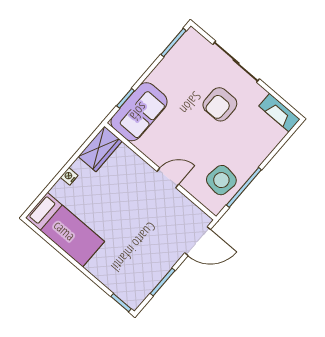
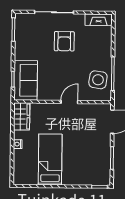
bed: (65, 230) -> (50, 160), moved, turned -90

